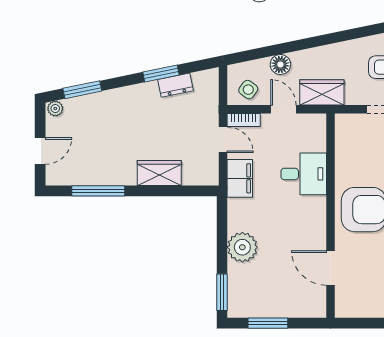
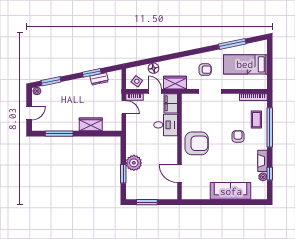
filing cabinet: (240, 178) -> (171, 103), moved, turned 180
window: (222, 292) -> (123, 174), moved

